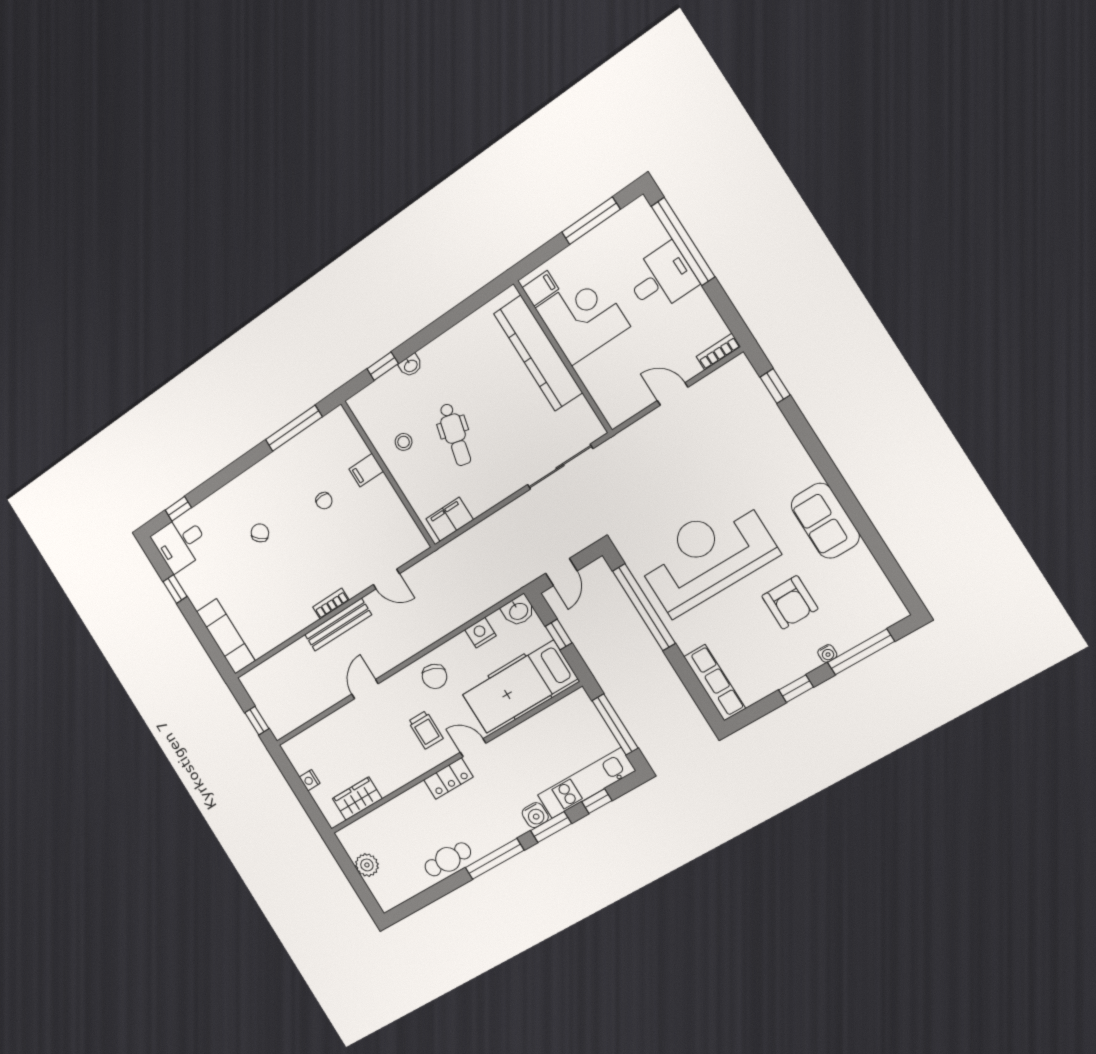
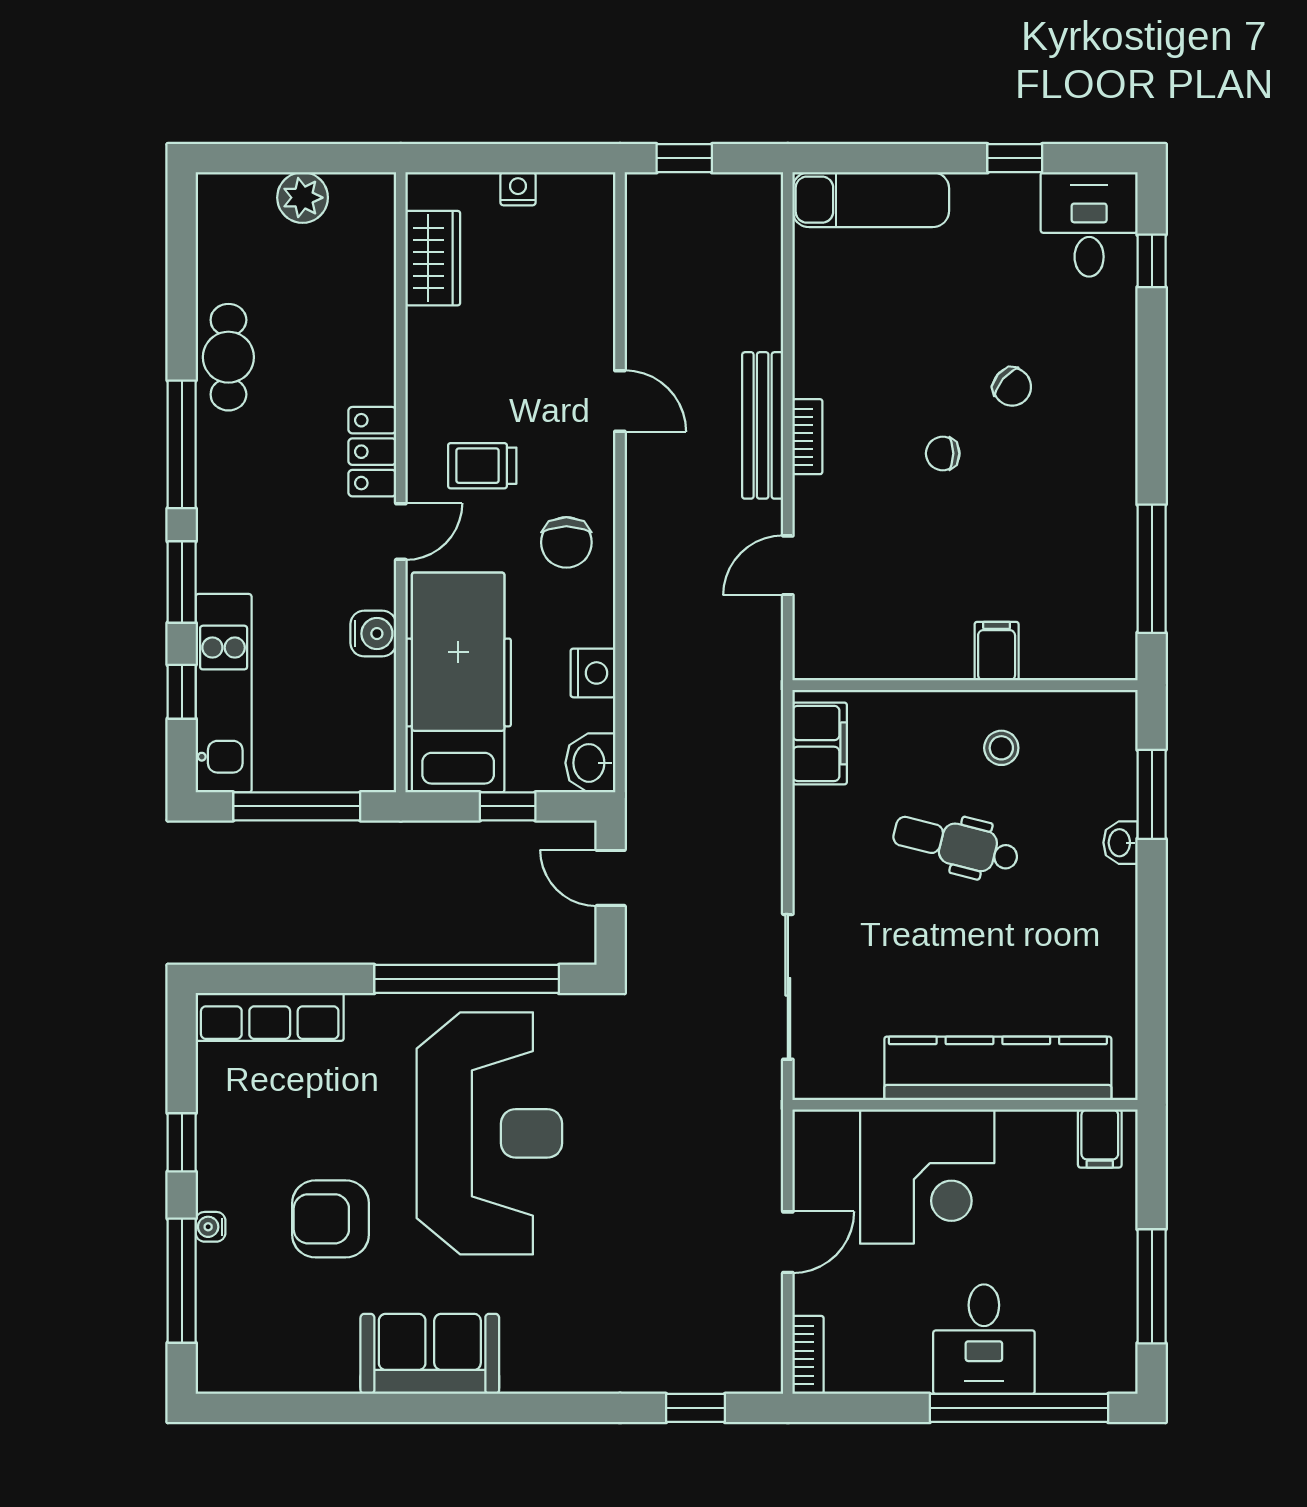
corner desk: (582, 317) -> (927, 1177), moved
window: (383, 366) -> (1152, 794), width x1.50
chair: (324, 501) -> (943, 453), moved
chair: (435, 676) -> (566, 542), turned -112
water cooler: (535, 815) -> (373, 634), moved, turned 180

